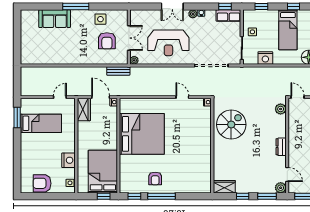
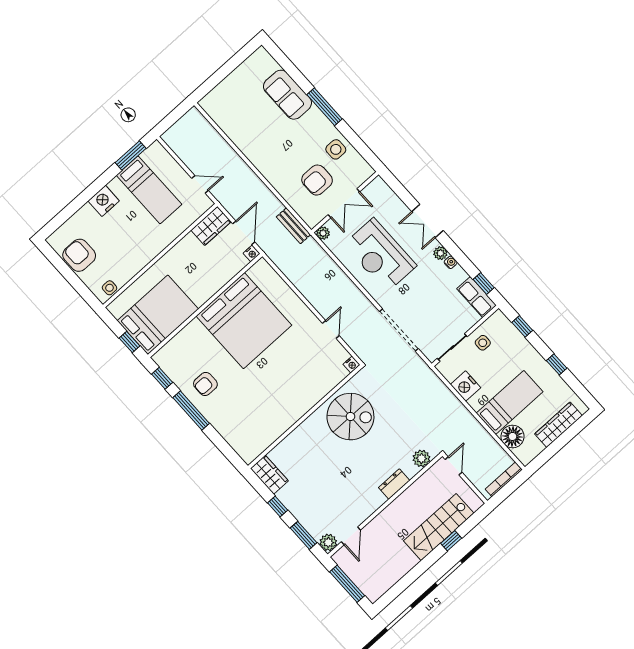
bed: (288, 30) -> (510, 402), moved, turned 180
dresser: (281, 147) -> (394, 484), moved
nightstand: (68, 160) -> (104, 201), moved, turned 180

